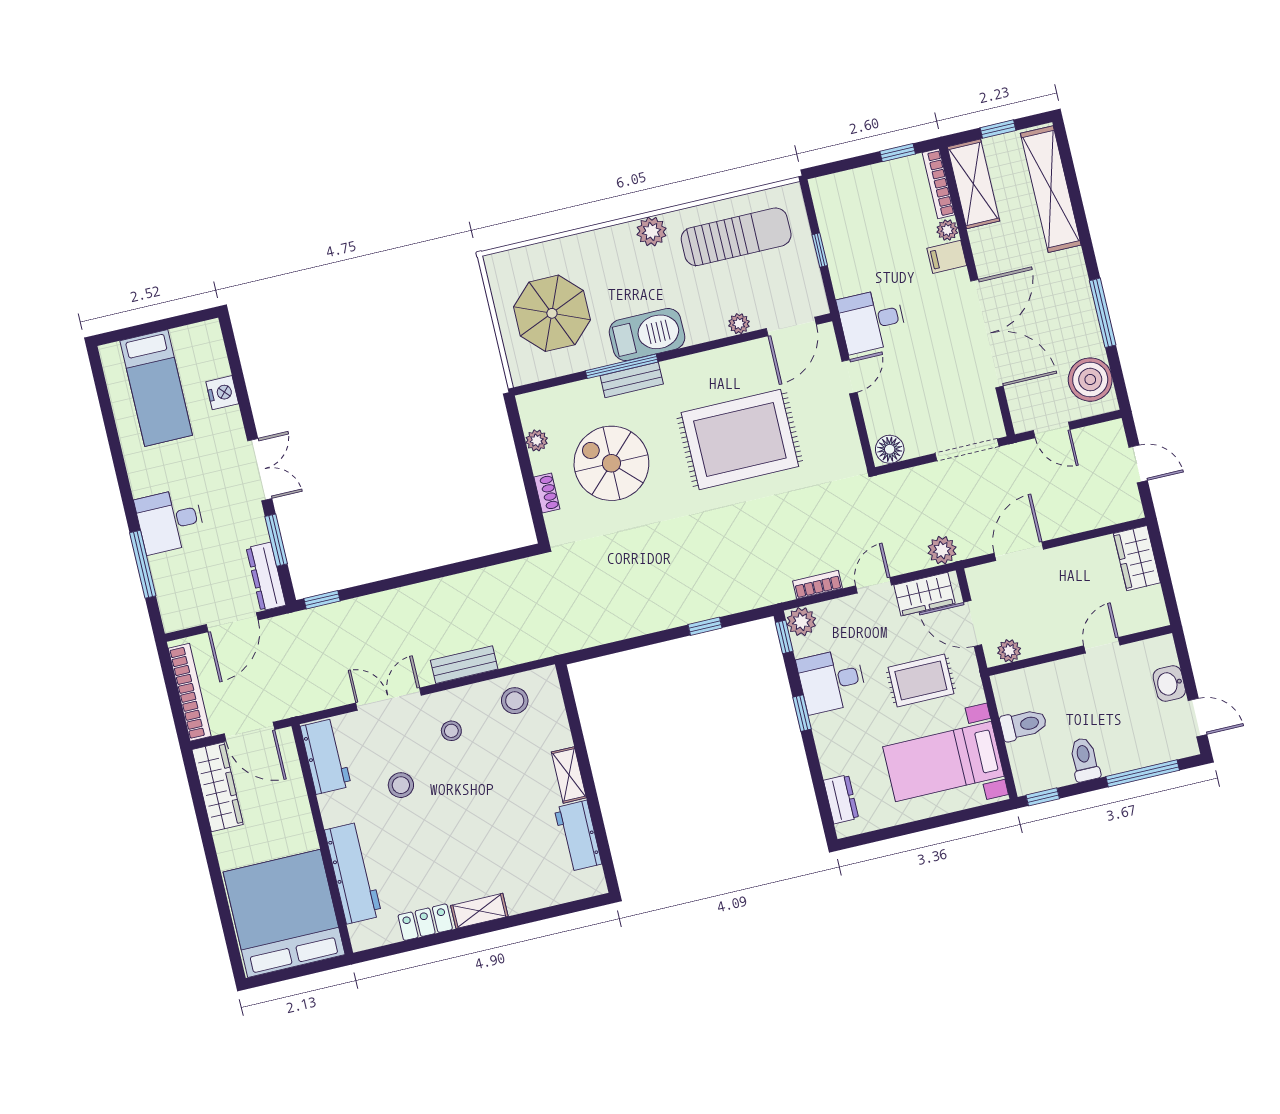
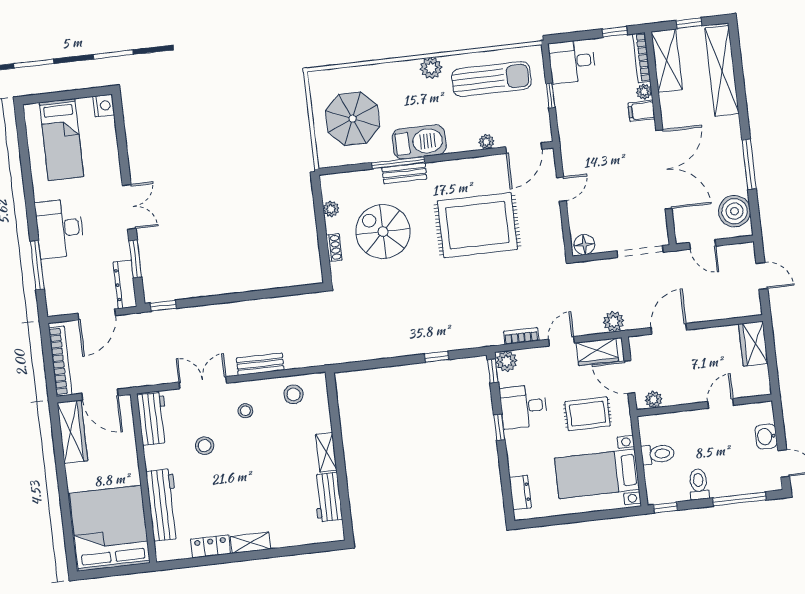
desk: (872, 321) -> (572, 61), moved
nightstand: (222, 393) -> (104, 106), moved
desk: (170, 521) -> (60, 229), width x1.37

